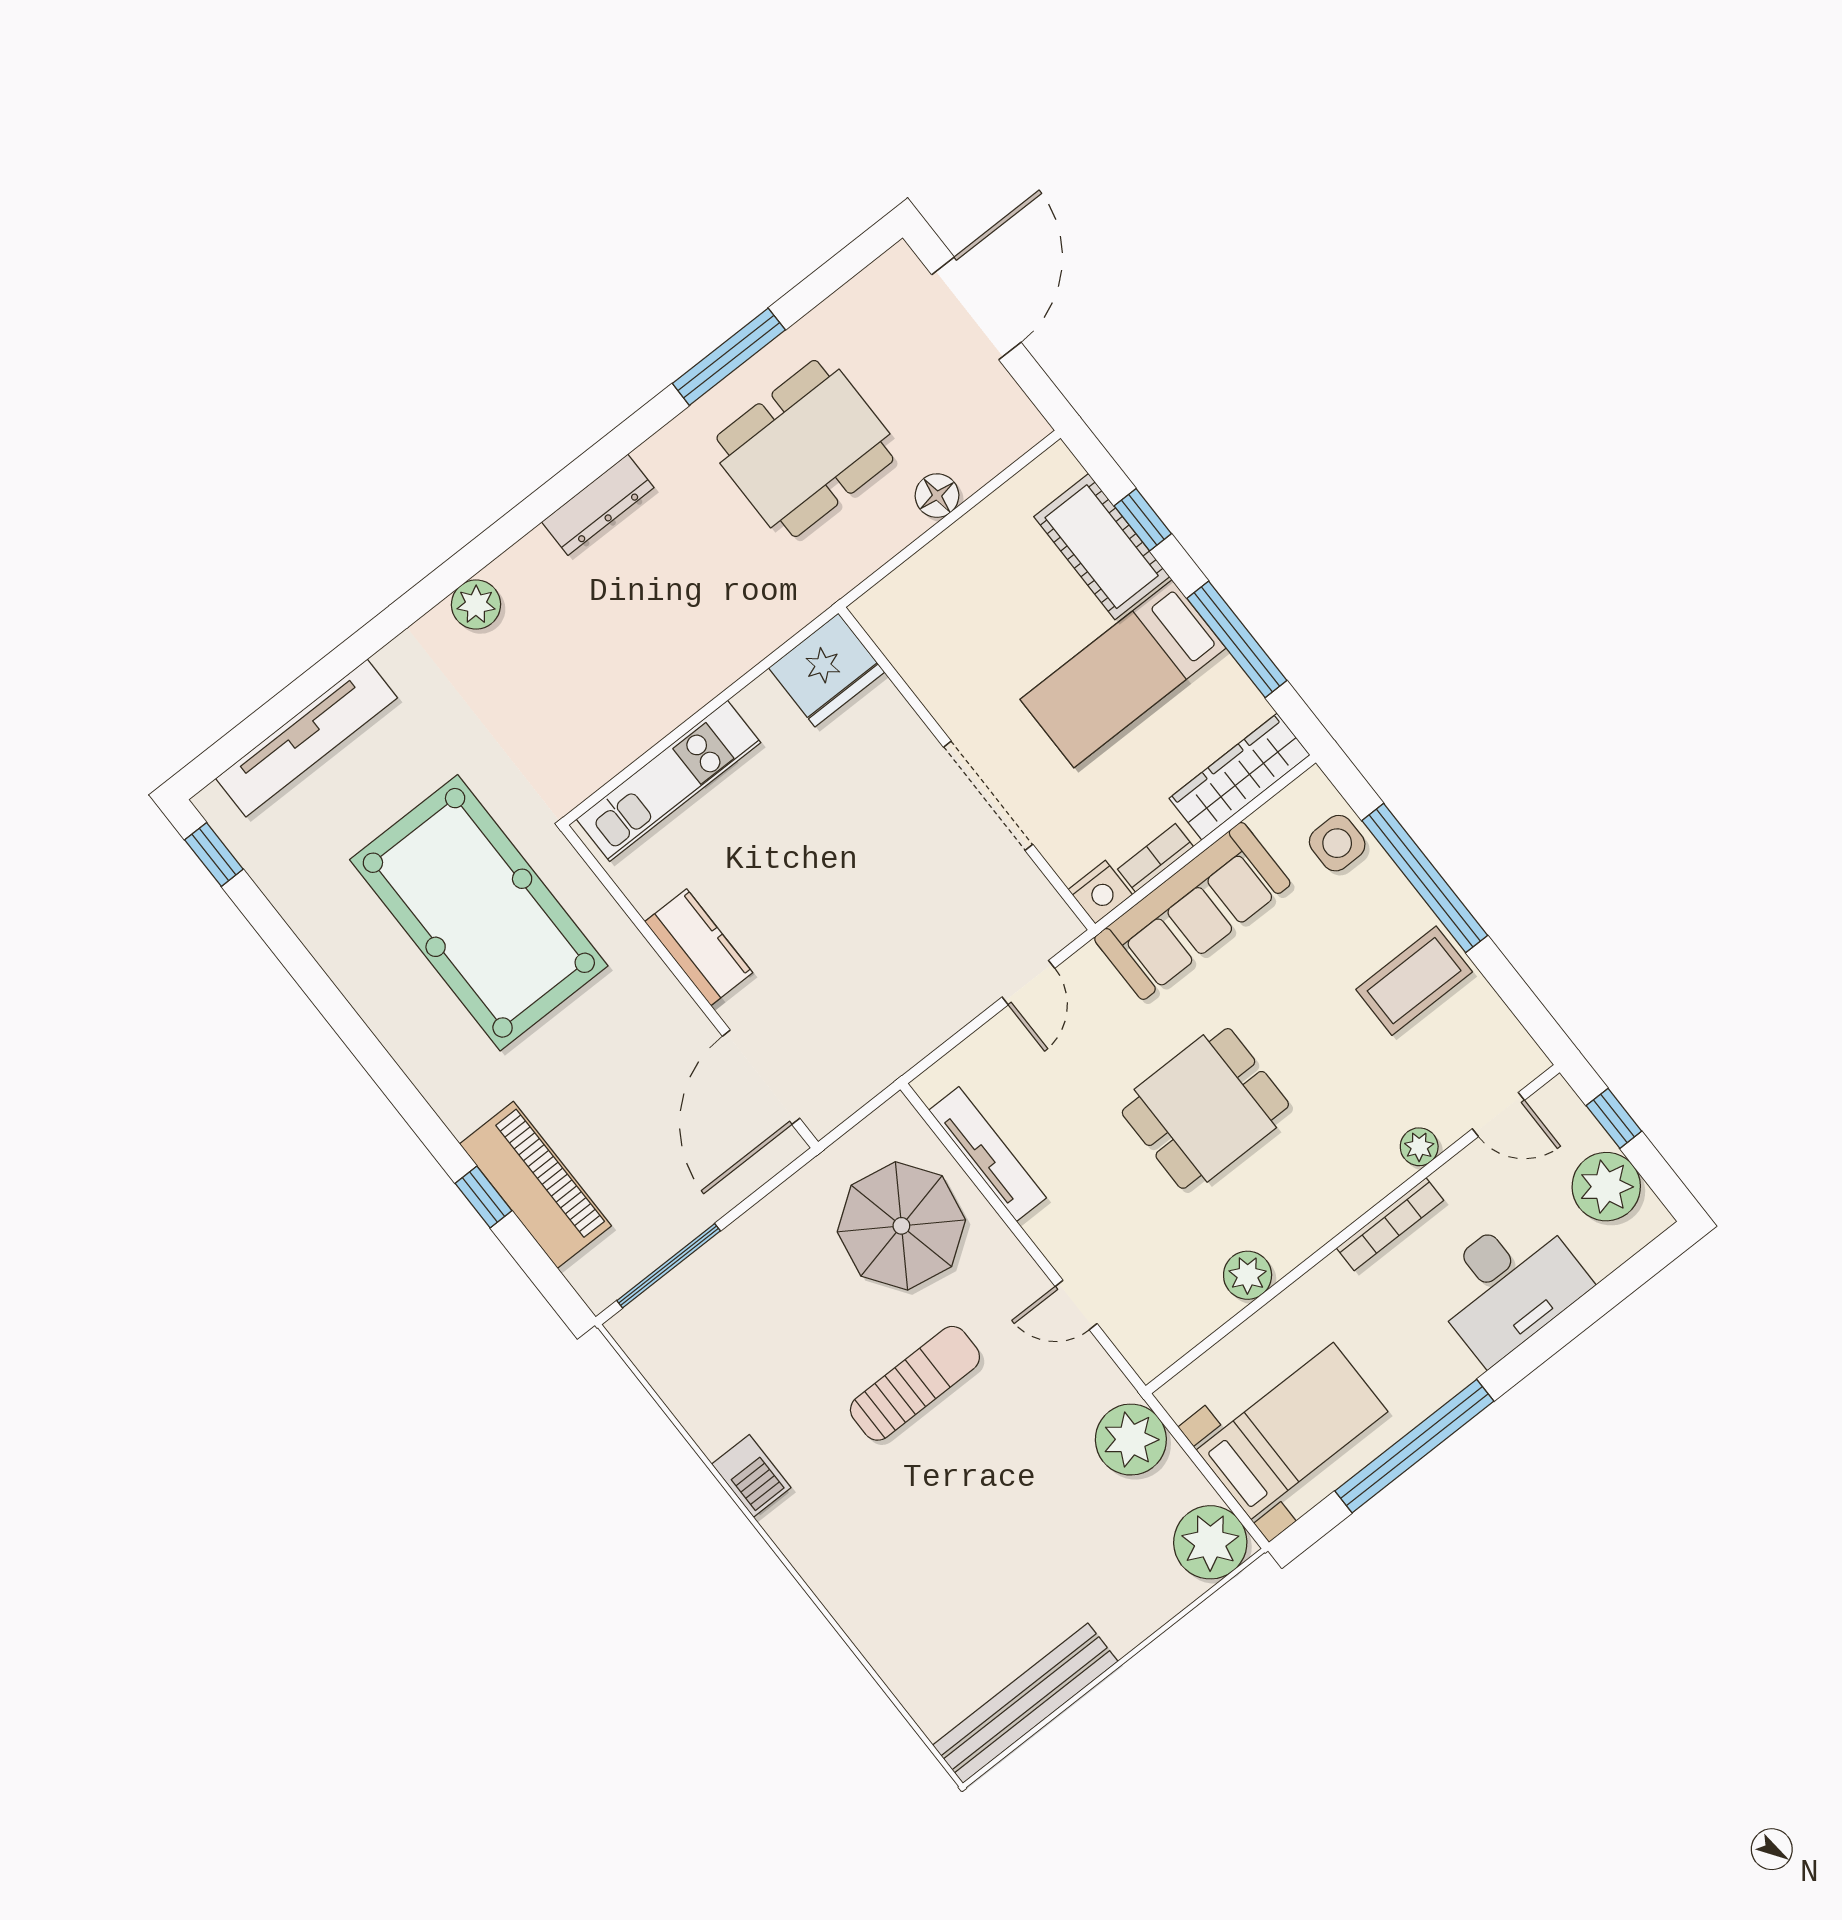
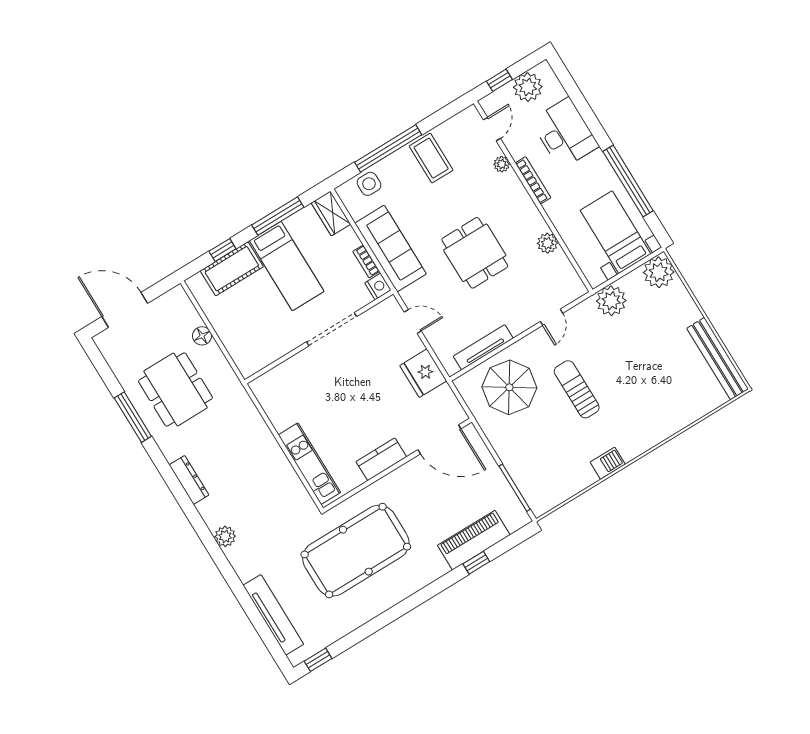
fridge: (827, 670) -> (423, 373), moved, turned 180
wardrobe: (1240, 777) -> (331, 213), width x0.67

